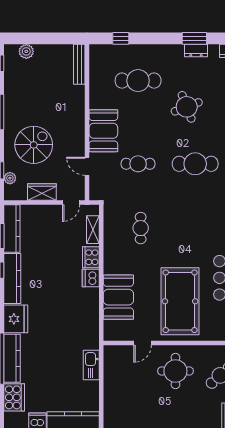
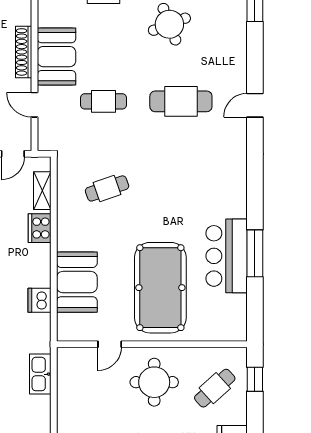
shoe rack: (79, 127) -> (24, 52), added
cafe table: (141, 228) -> (107, 188), turned 71
dishwasher: (91, 278) -> (39, 300), moved

